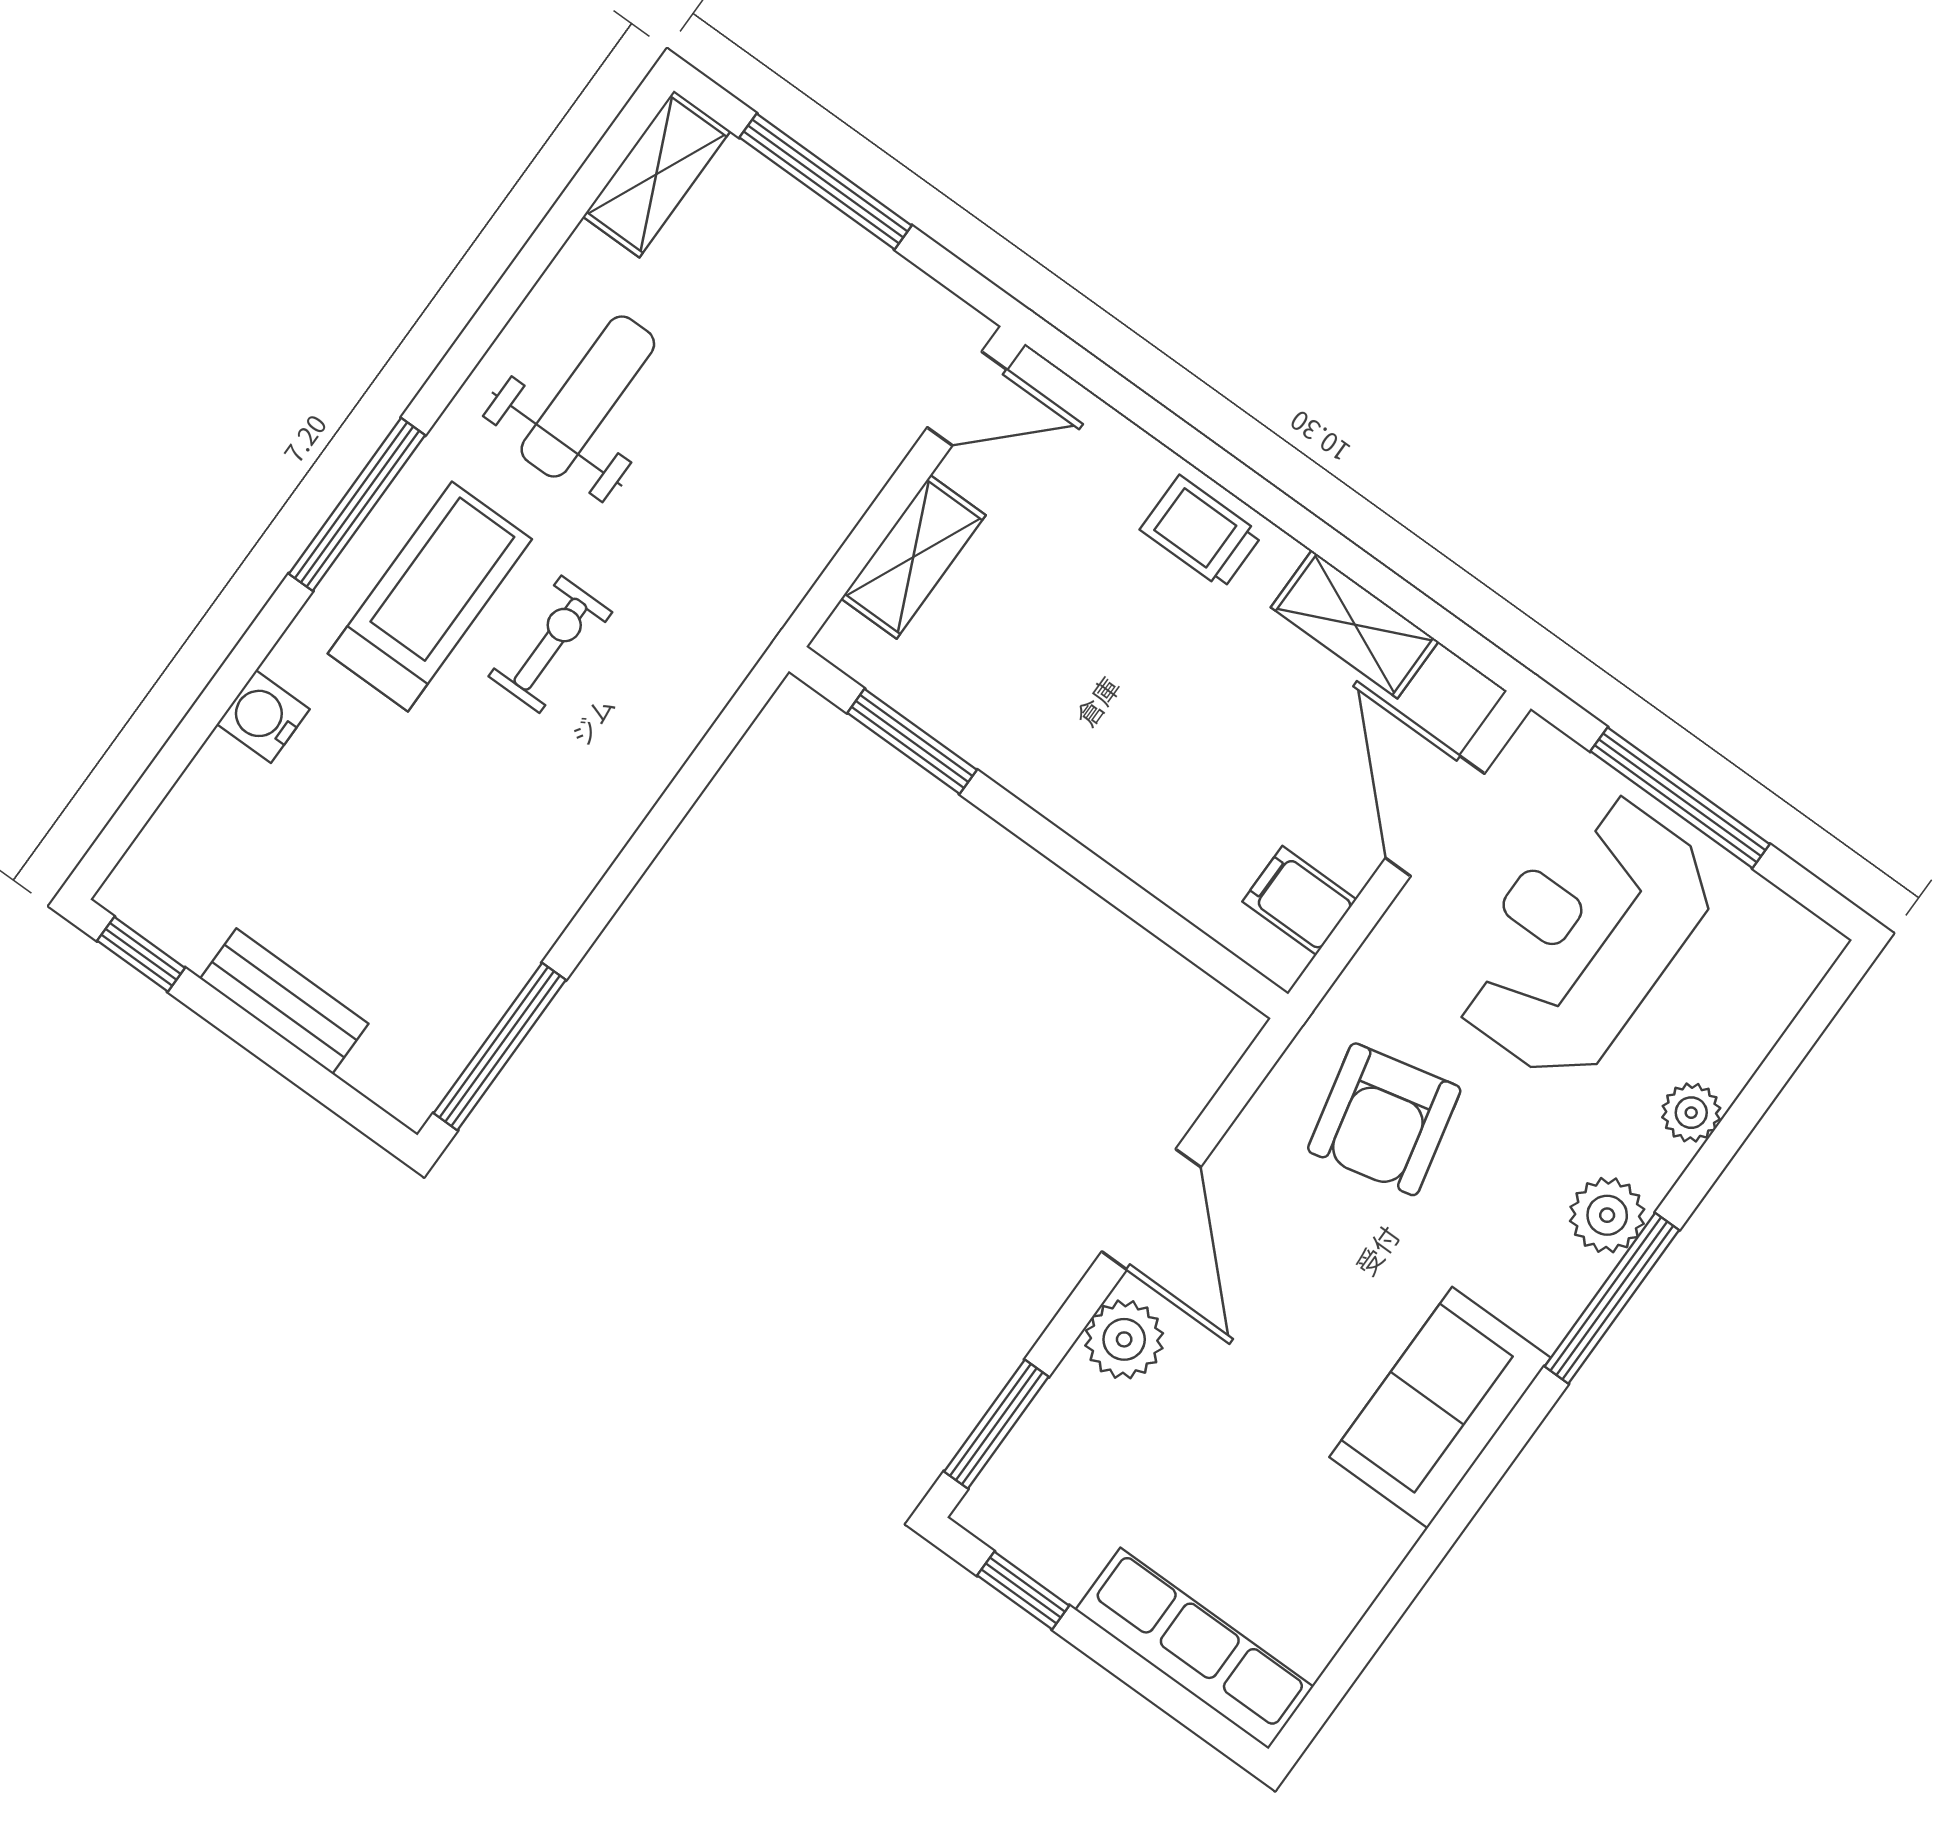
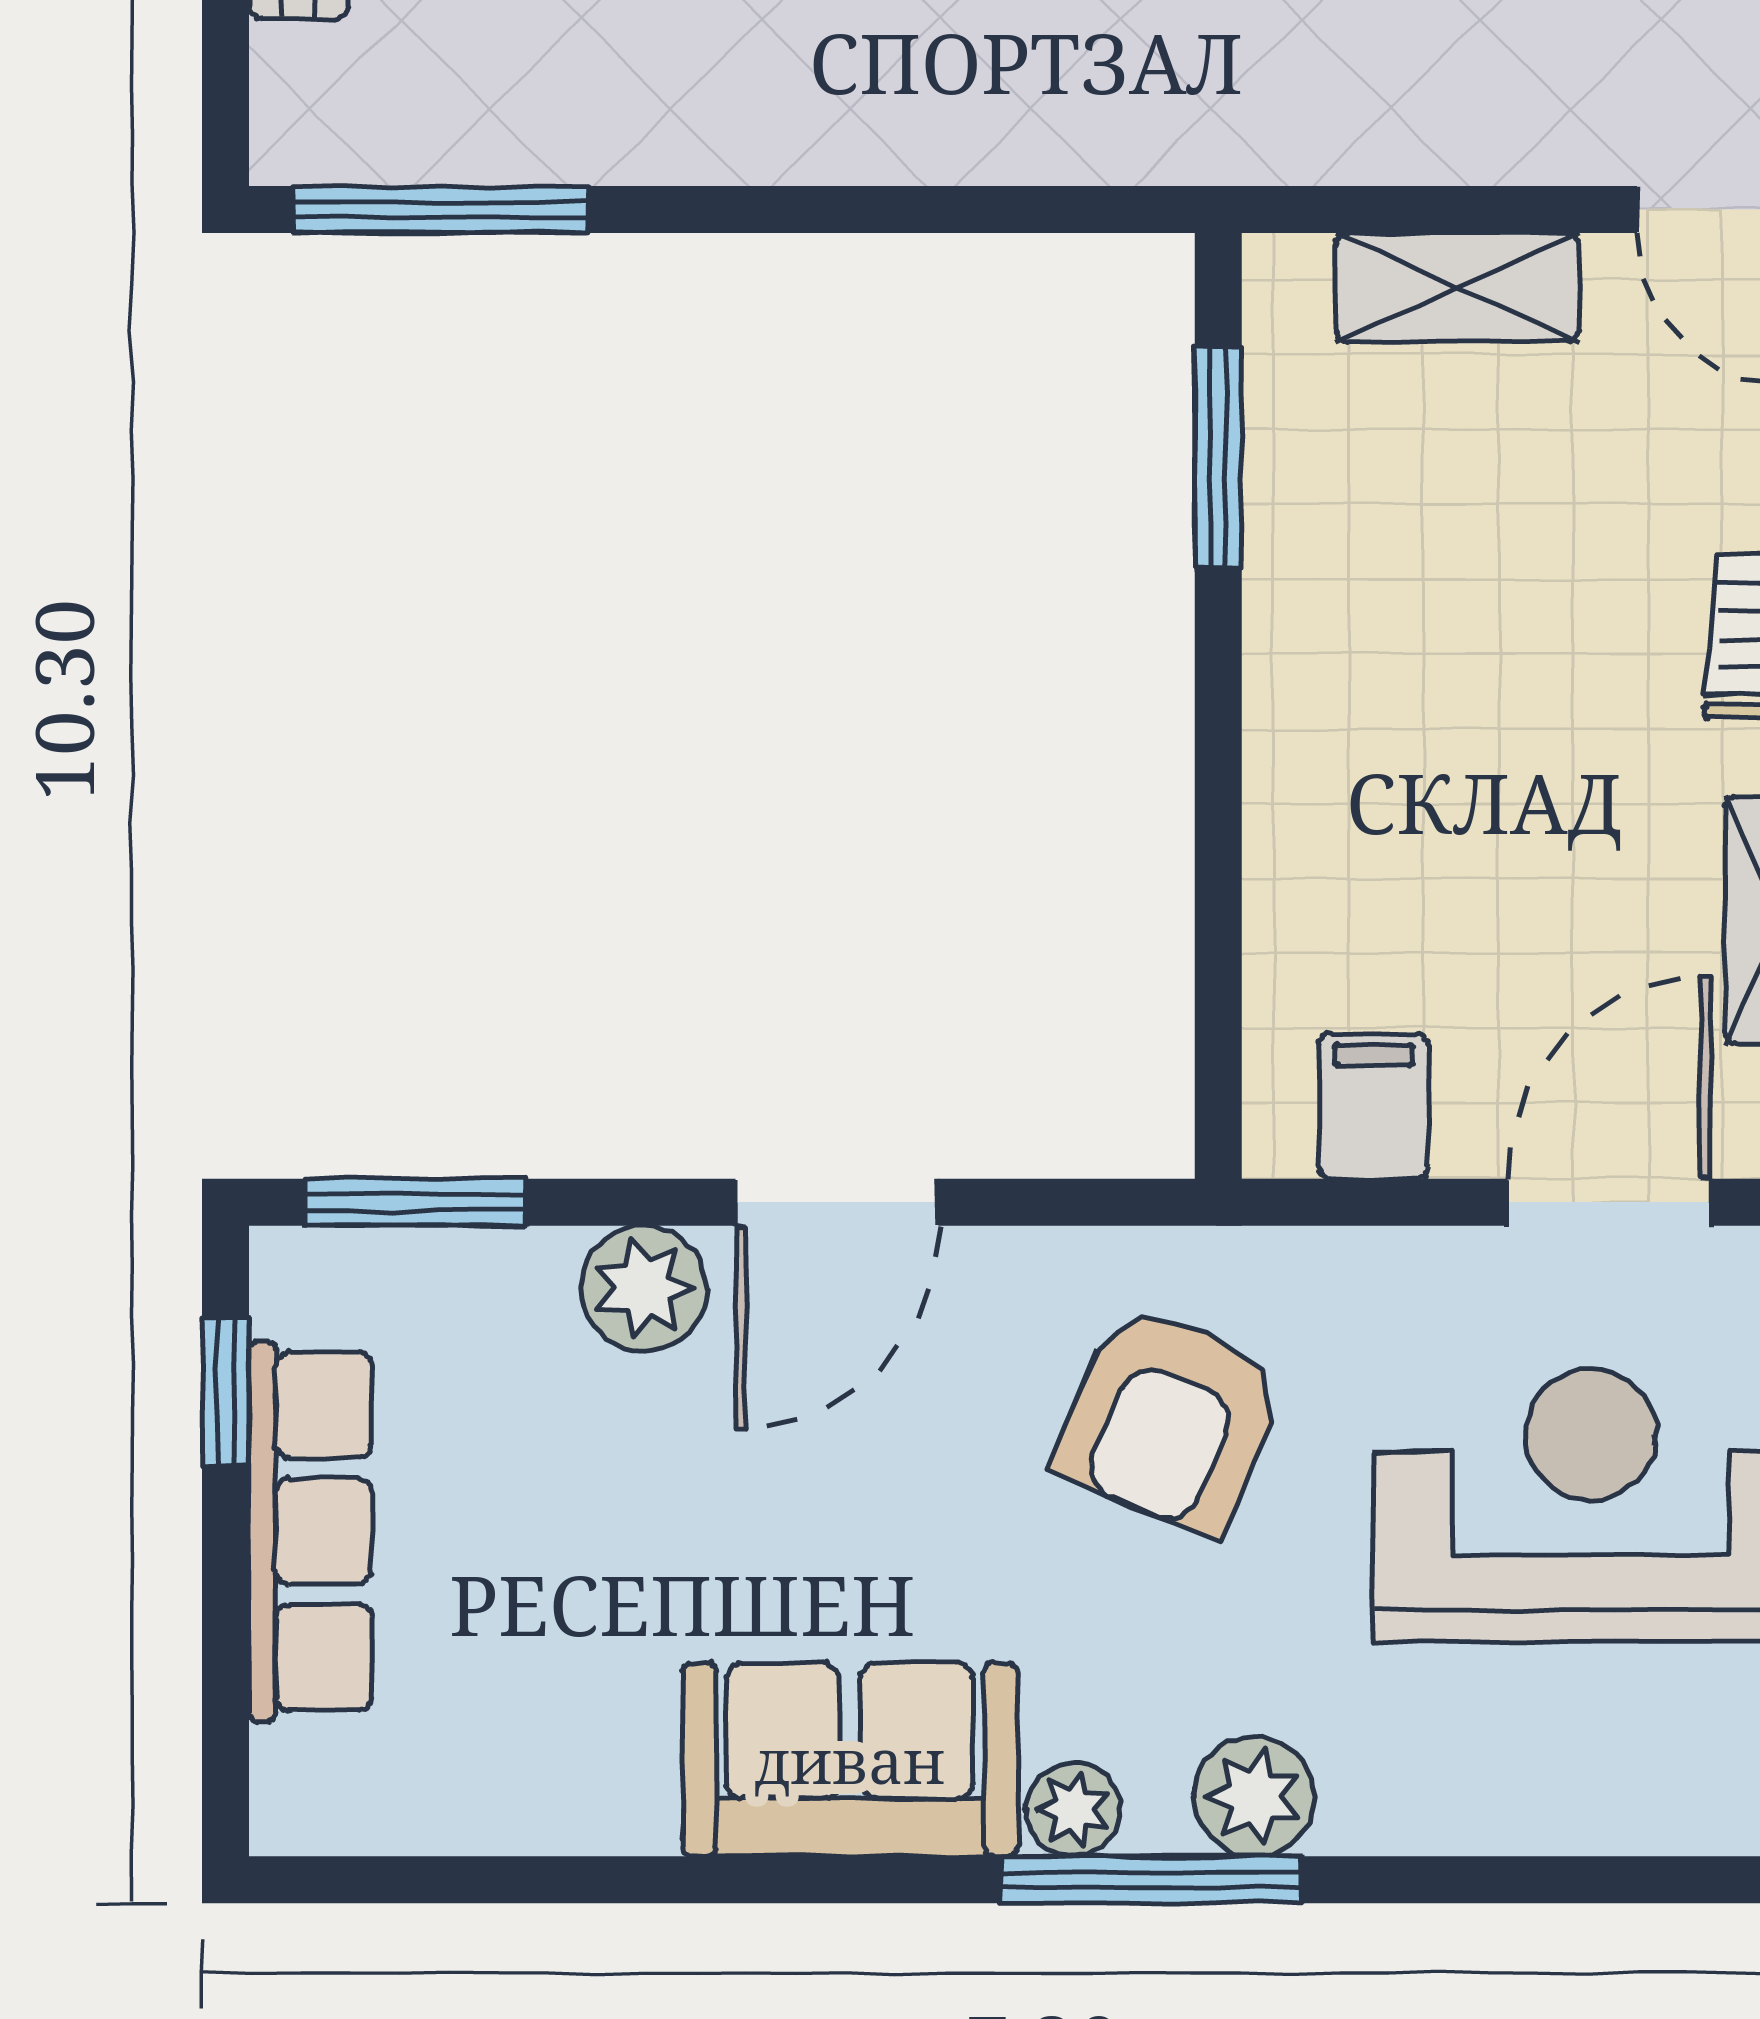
plant: (1691, 1113) -> (1074, 1809), moved
armchair: (1384, 1119) -> (1170, 1419), turned -54
row of seats: (1194, 1648) -> (310, 1531), moved

